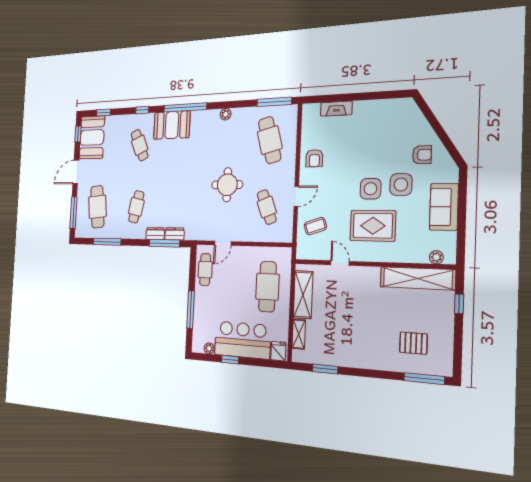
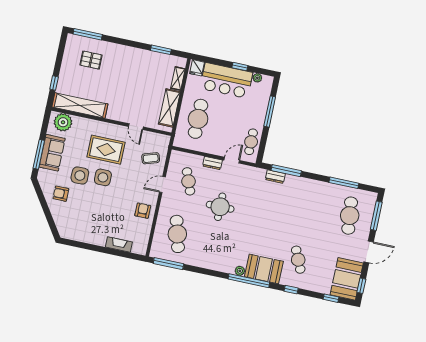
plant: (226, 114) -> (240, 271), moved
window: (462, 201) -> (39, 154), added
cafe table: (136, 207) -> (309, 207), removed
dresser: (155, 234) -> (212, 163), moved
plant: (436, 257) -> (63, 122), width x1.88, depth x1.88

